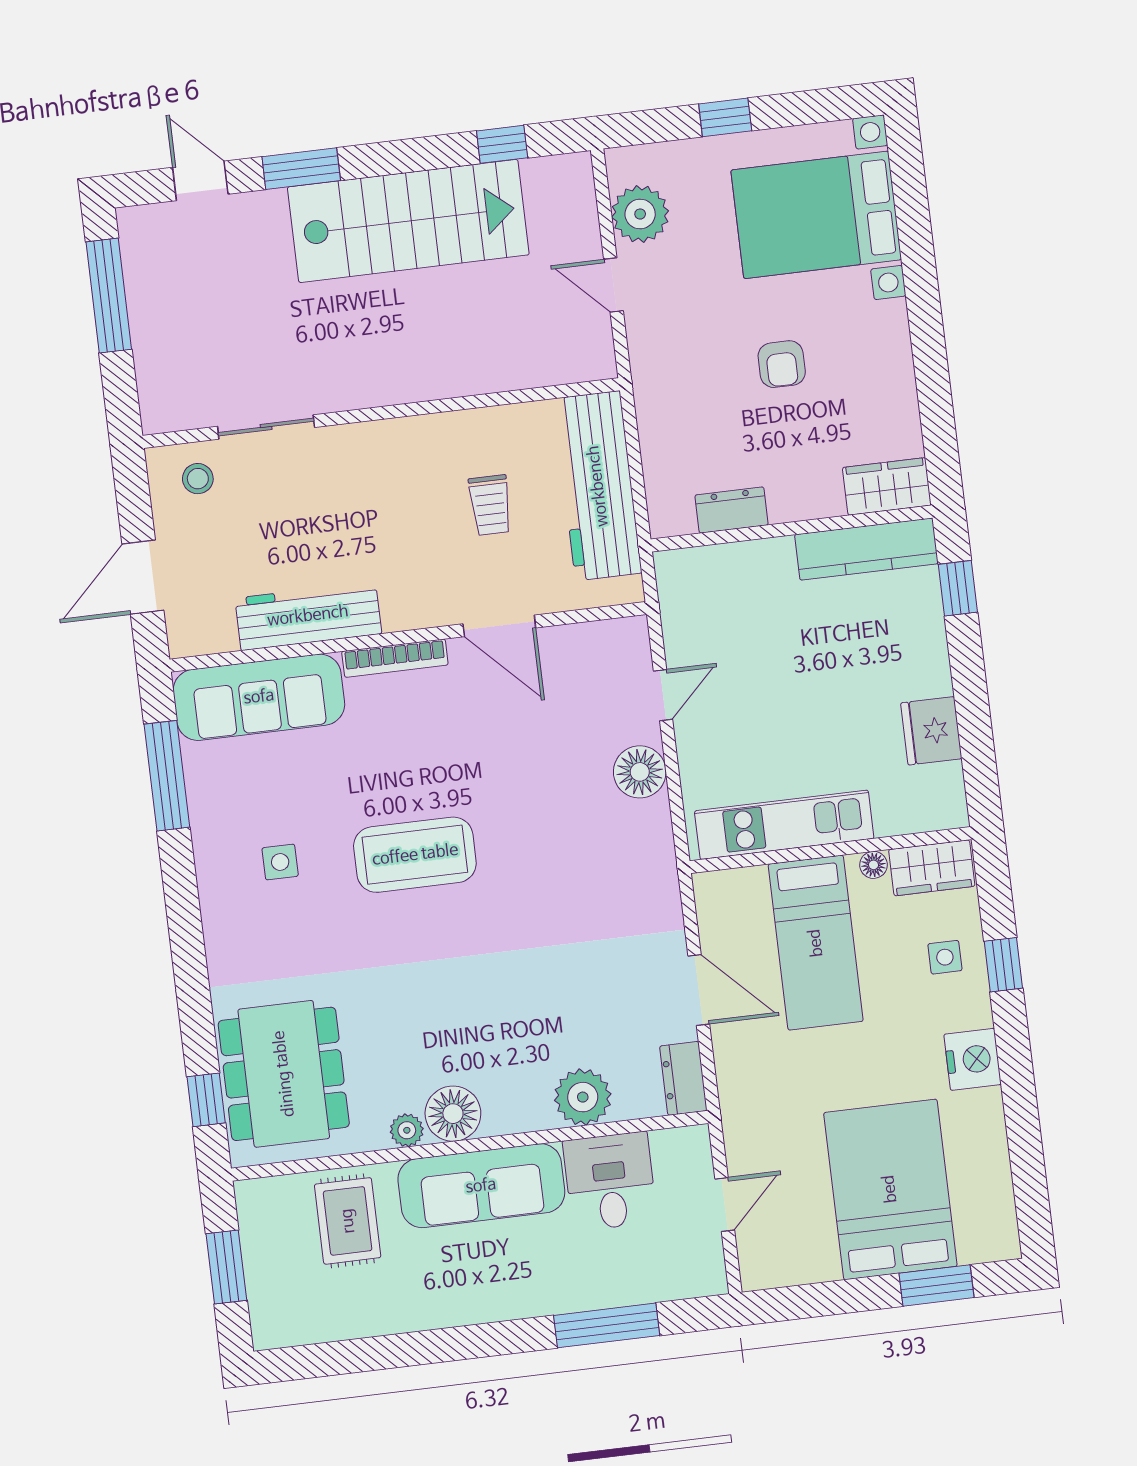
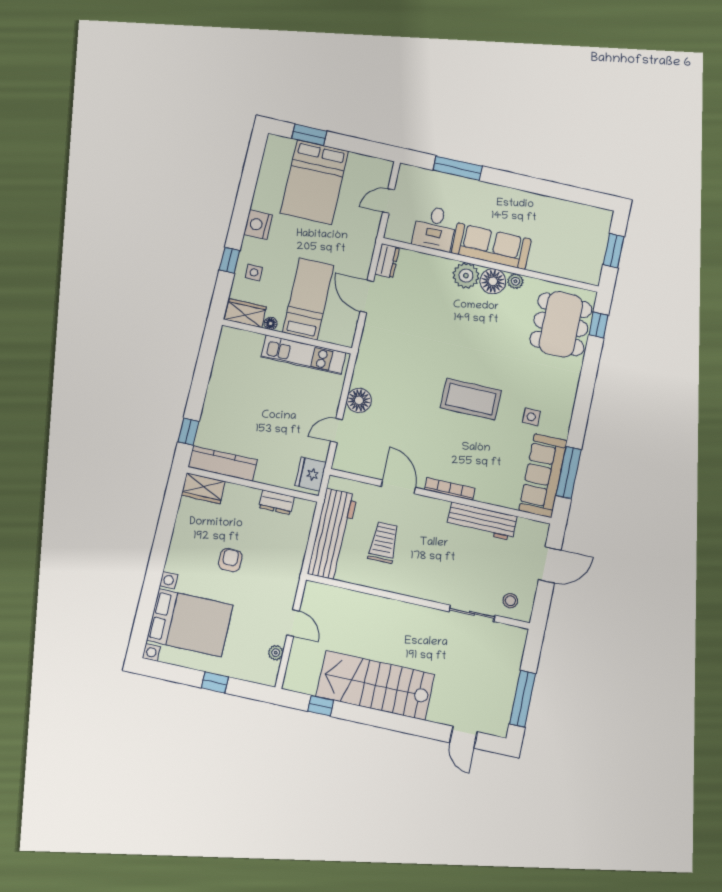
window: (301, 169) -> (416, 727), removed
plant: (640, 214) -> (276, 653), width x0.53, depth x0.53
trolley: (490, 505) -> (384, 542), width x1.36, depth x1.39
sofa: (259, 697) -> (543, 475), moved, turned -90
fridge: (931, 731) -> (311, 474), moved, turned 180
plant: (583, 1097) -> (466, 276), moved
rug: (348, 1221) -> (554, 252), removed

